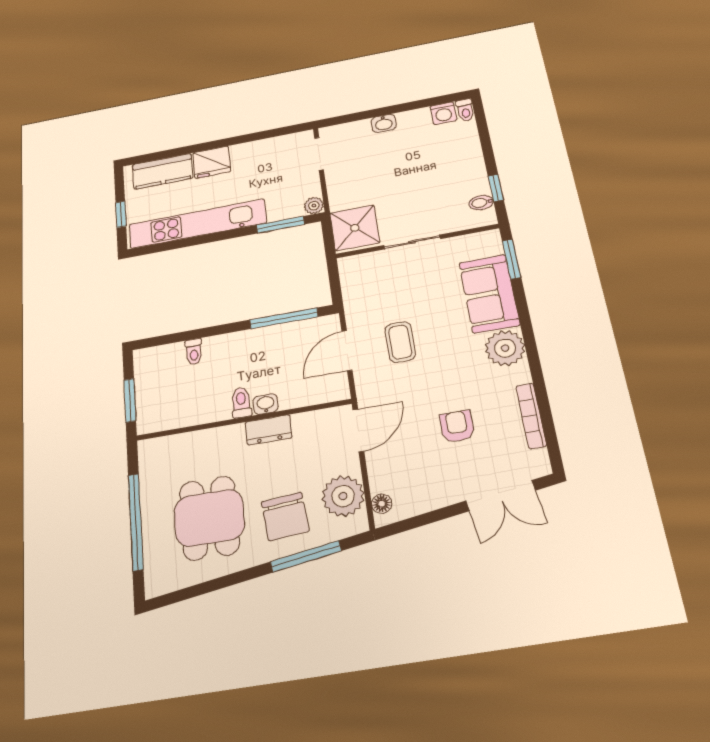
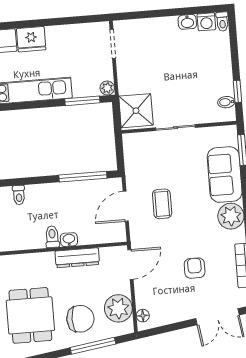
washbasin: (384, 123) -> (187, 22), moved
dresser: (269, 430) -> (77, 258), width x1.44
chair: (285, 517) -> (80, 319), turned -85

